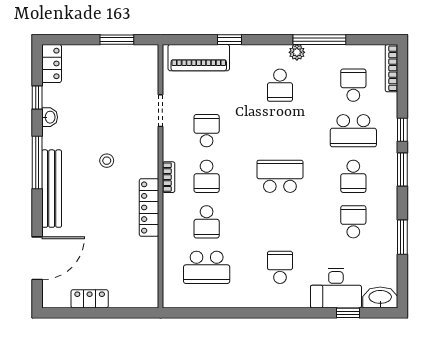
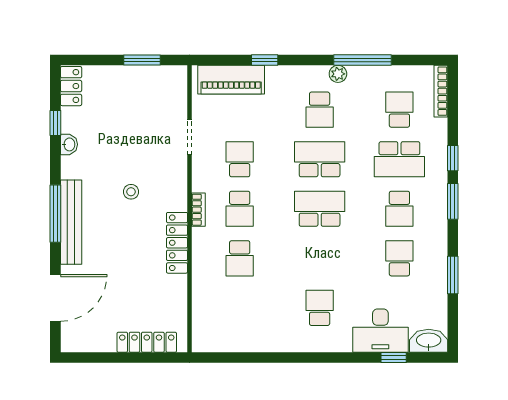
window: (37, 163) -> (55, 214), moved
school desk: (207, 267) -> (320, 159), moved, turned 180
locker: (90, 299) -> (147, 342), moved, width x1.53

